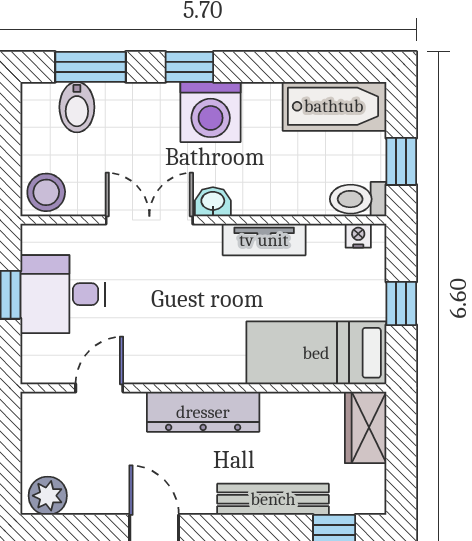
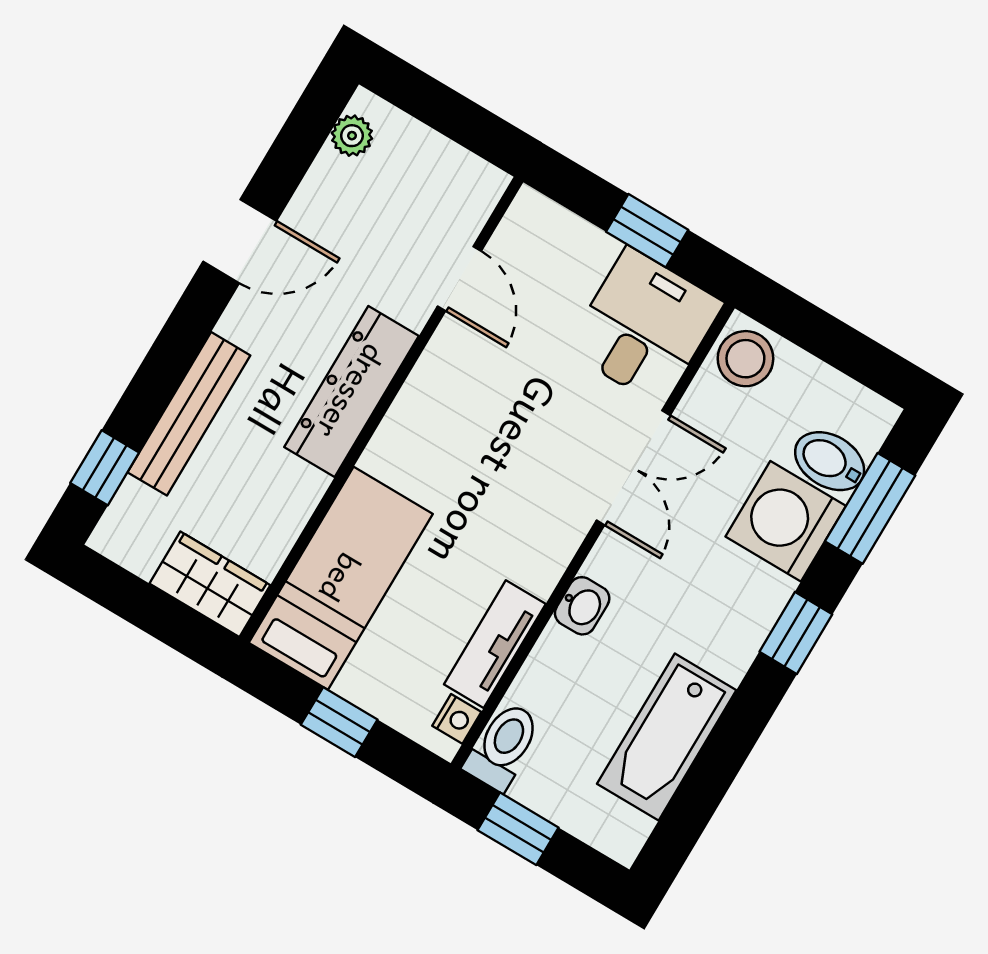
bathtub: (334, 106) -> (667, 737), moved
washing machine: (211, 112) -> (786, 521), moved
washbasin: (213, 202) -> (582, 606), moved
tv unit: (264, 240) -> (495, 644), moved
desk: (63, 294) -> (644, 326), moved
plant: (48, 496) -> (352, 136), width x0.73, depth x0.73

